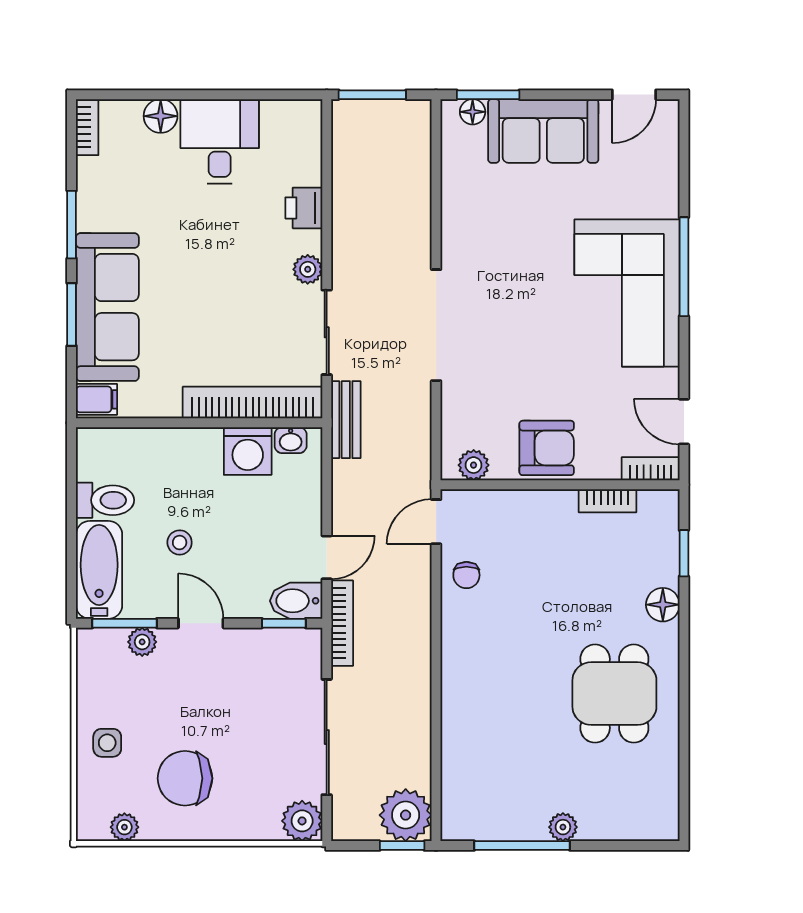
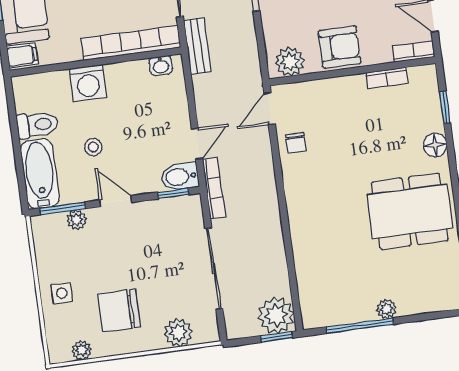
washing machine: (248, 451) -> (88, 83), moved
plant: (474, 465) -> (290, 62), width x1.38, depth x1.38
dining table: (614, 694) -> (410, 211), width x1.38
plant: (302, 821) -> (178, 333), moved

